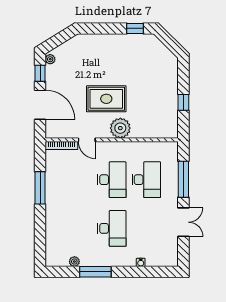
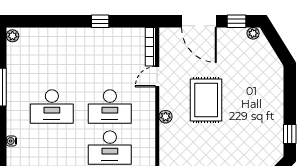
door: (40, 105) -> (199, 21), hinge flipped
plant: (120, 128) -> (166, 117), width x0.53, depth x0.53
window: (40, 188) -> (100, 21), width x0.46
plant: (74, 262) -> (12, 36), moved

